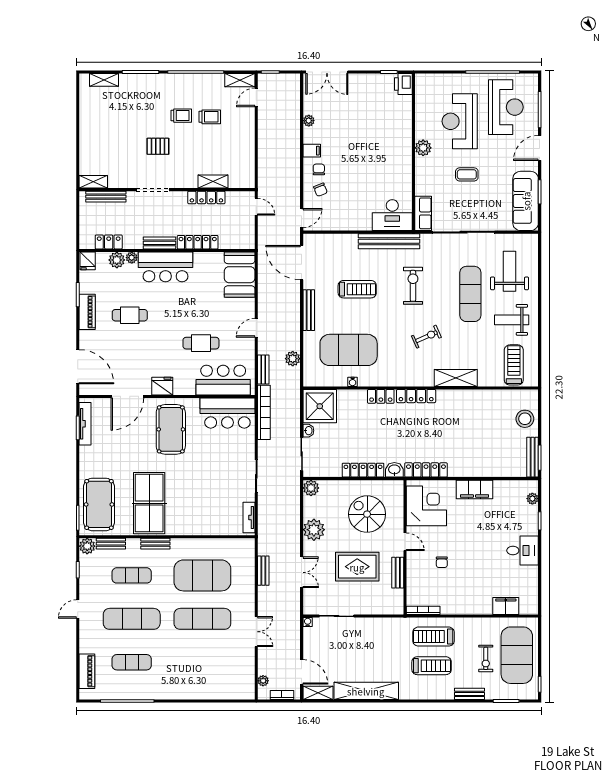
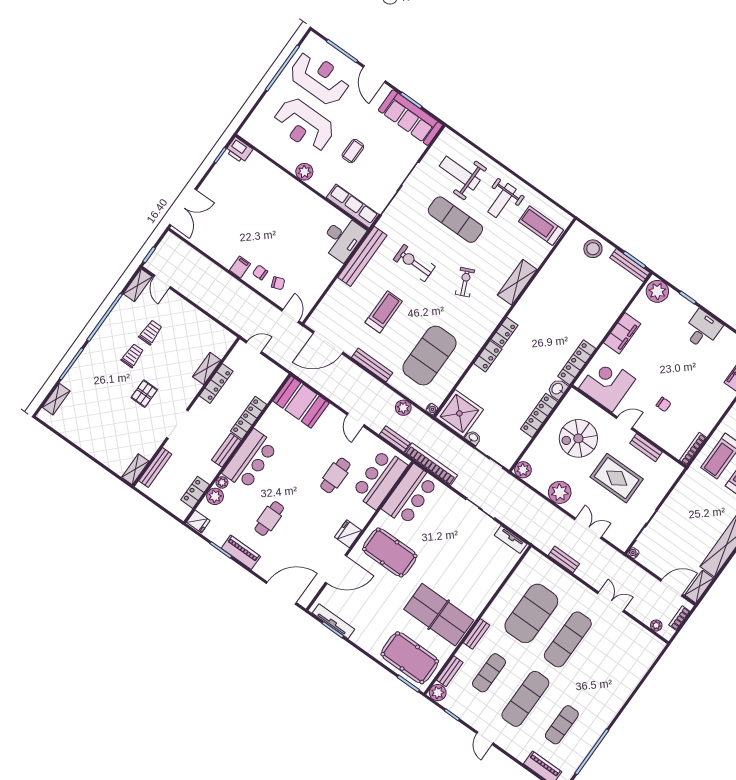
plant: (309, 121) -> (213, 252), removed
row of seats: (423, 213) -> (353, 206), width x1.48
water cooler: (353, 382) -> (432, 409), moved
door: (127, 396) -> (336, 569), hinge flipped
locker: (416, 396) -> (505, 332), width x0.66
plant: (532, 499) -> (657, 291), width x1.88, depth x1.88
rug: (357, 567) -> (617, 478), turned 90

